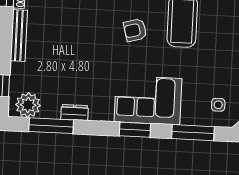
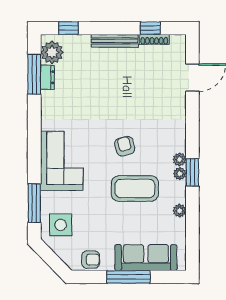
side table: (218, 105) -> (61, 225), width x1.87, depth x1.87
dresser: (75, 112) -> (47, 77), moved
window: (135, 130) -> (34, 150), removed

